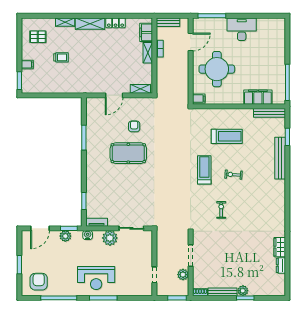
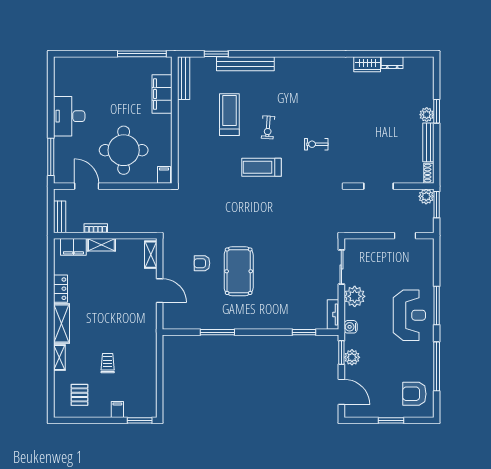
treadmill: (227, 136) -> (229, 115), moved
plant: (183, 275) -> (426, 196), moved

